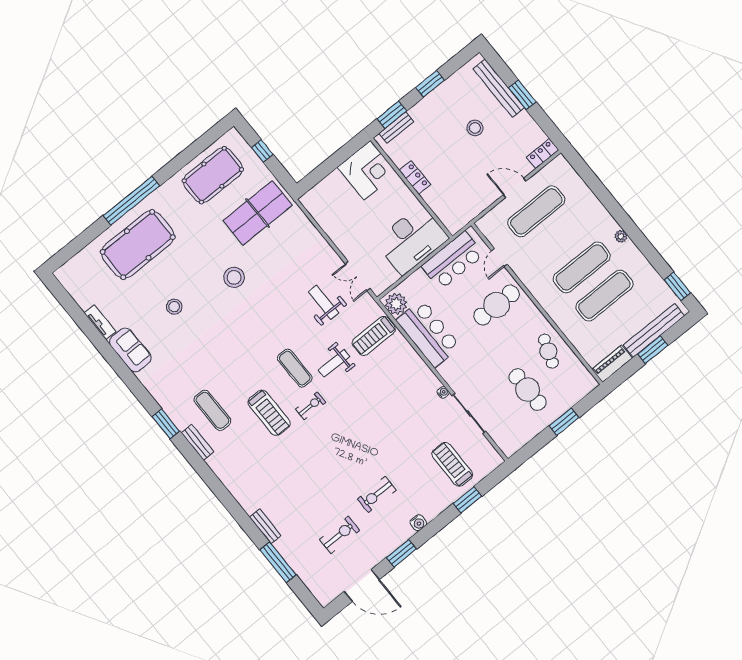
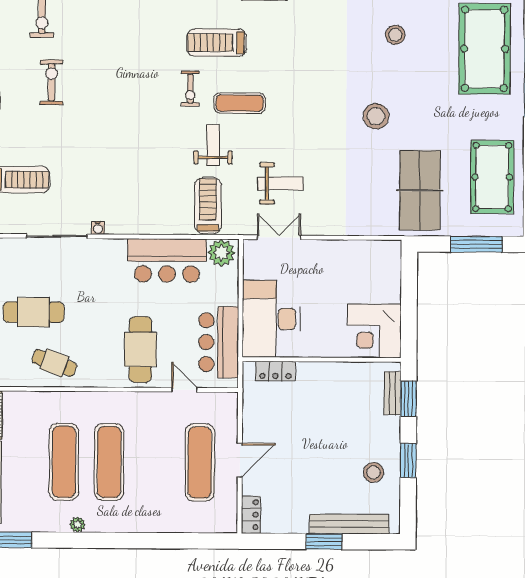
stool: (475, 128) -> (374, 472), moved
window: (262, 151) -> (476, 244), width x2.17
locker: (415, 177) -> (275, 371), moved
plant: (621, 236) -> (78, 525), moved

